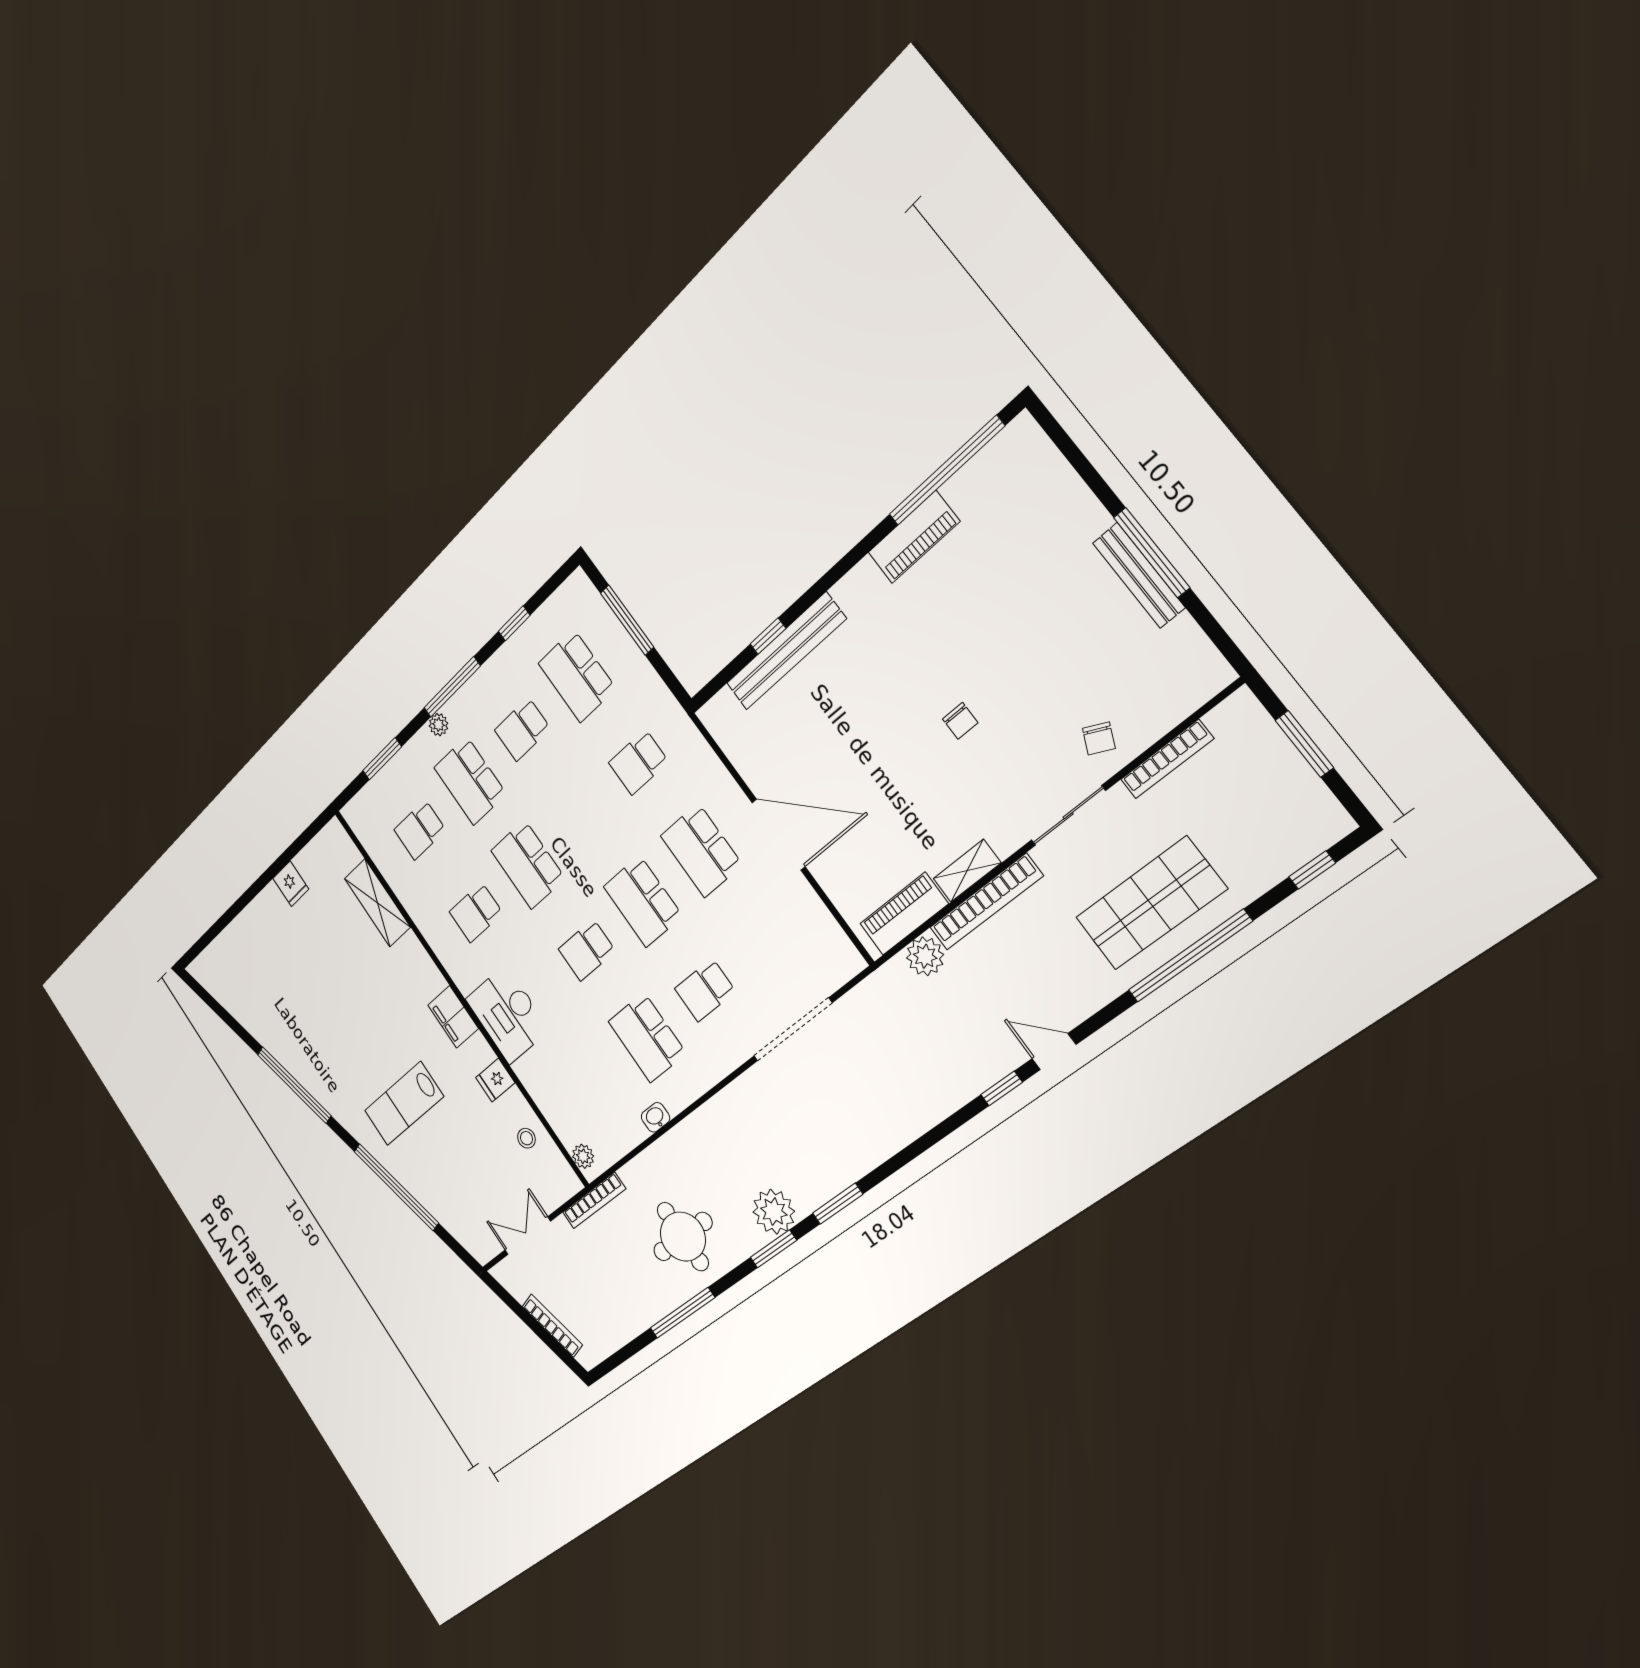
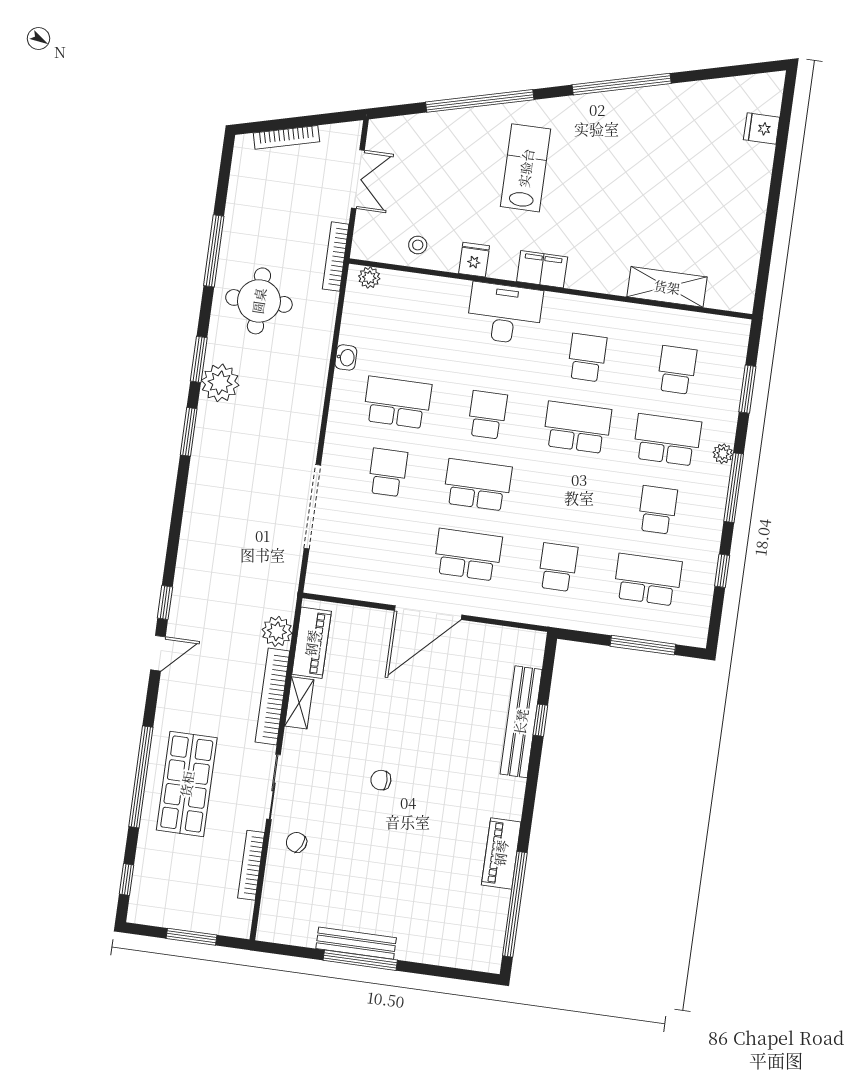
fridge: (291, 884) -> (762, 128), moved

